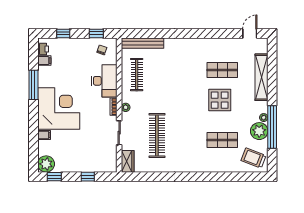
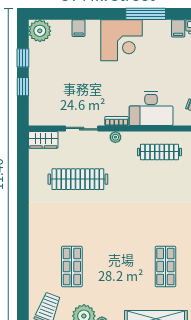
display table: (220, 100) -> (125, 263), removed
corner desk: (59, 108) -> (121, 40), width x0.74, depth x0.74
window: (54, 177) -> (23, 58), moved

